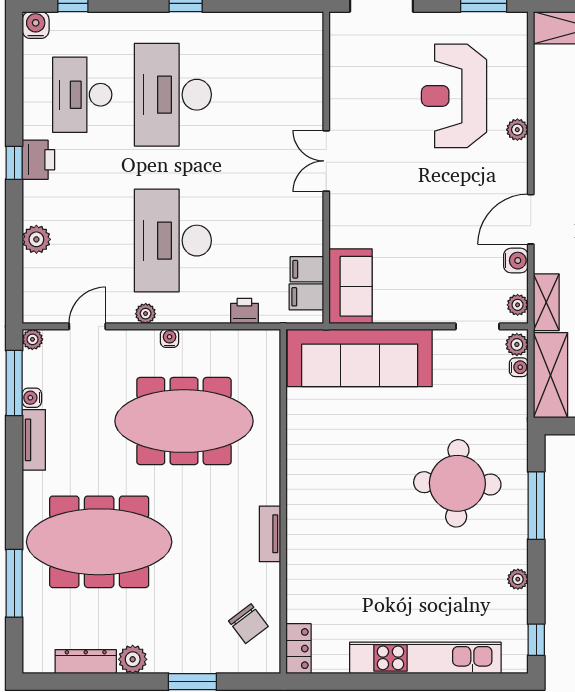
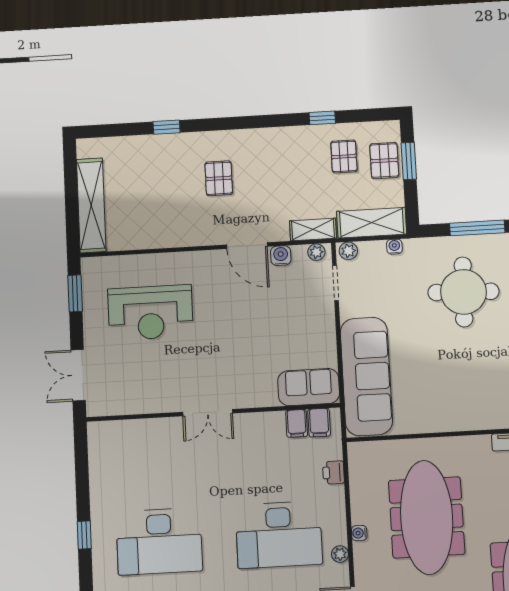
plant: (517, 130) -> (175, 261), removed
water cooler: (519, 367) -> (394, 247), moved

